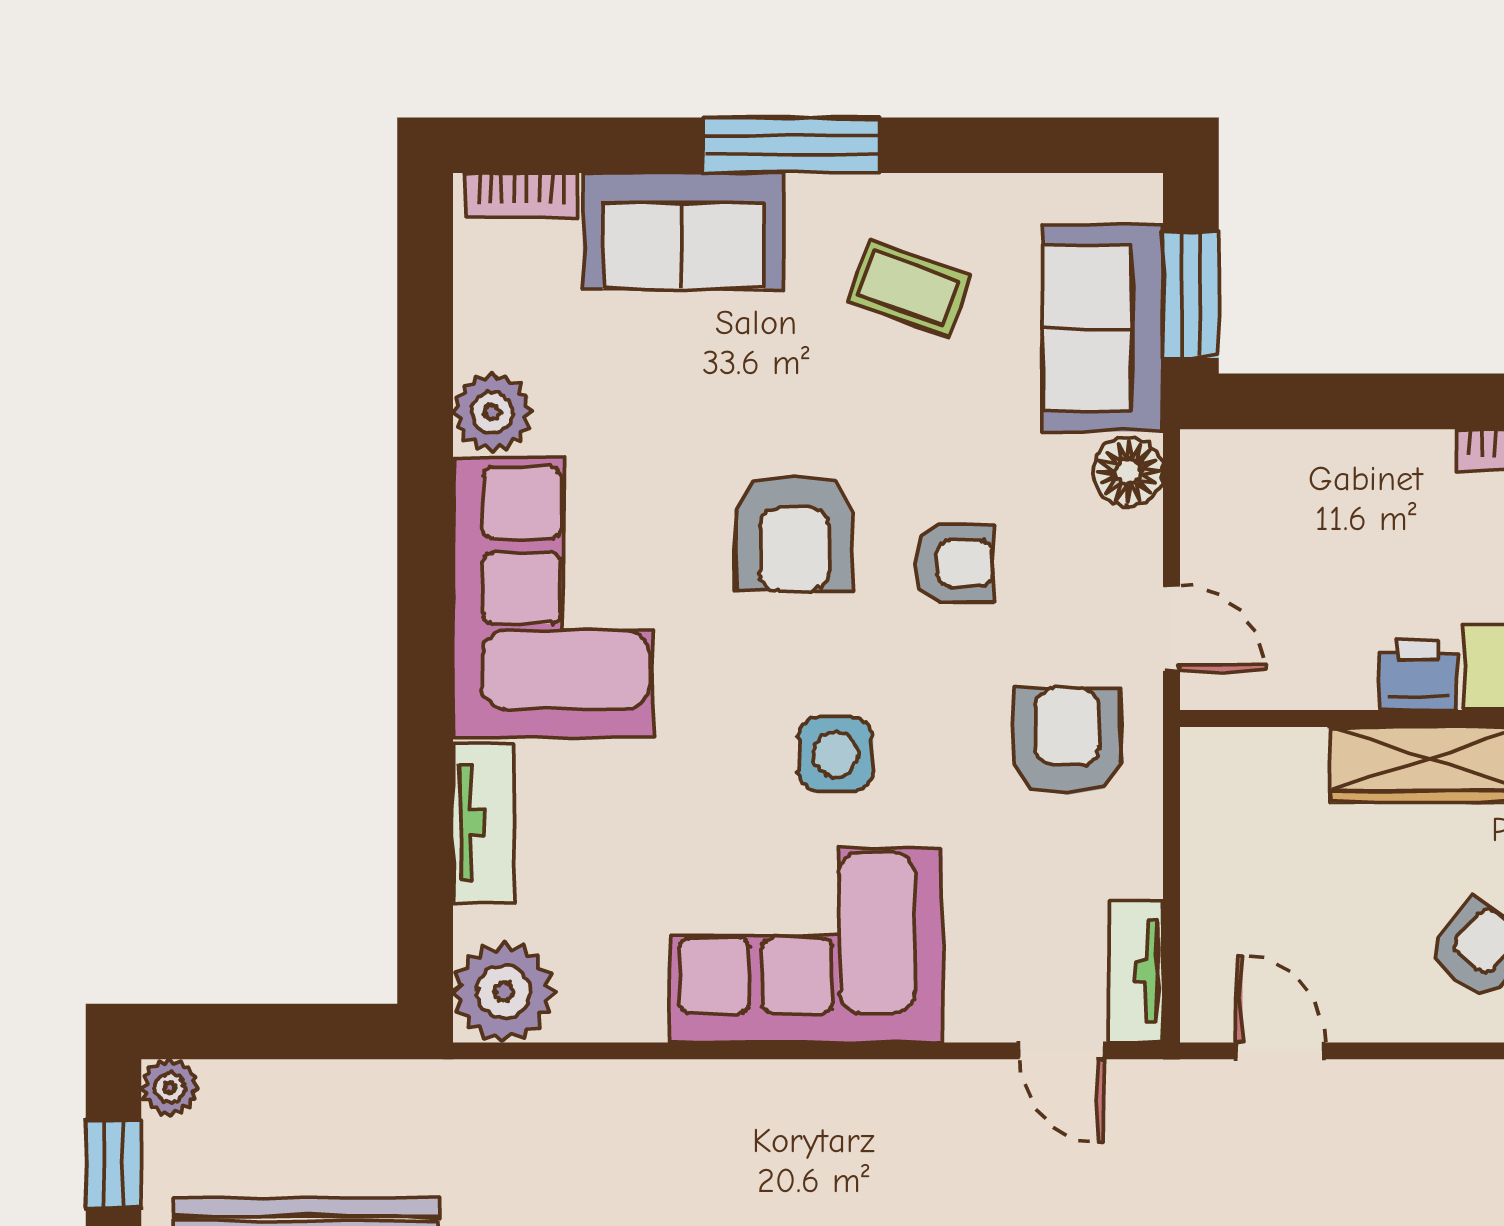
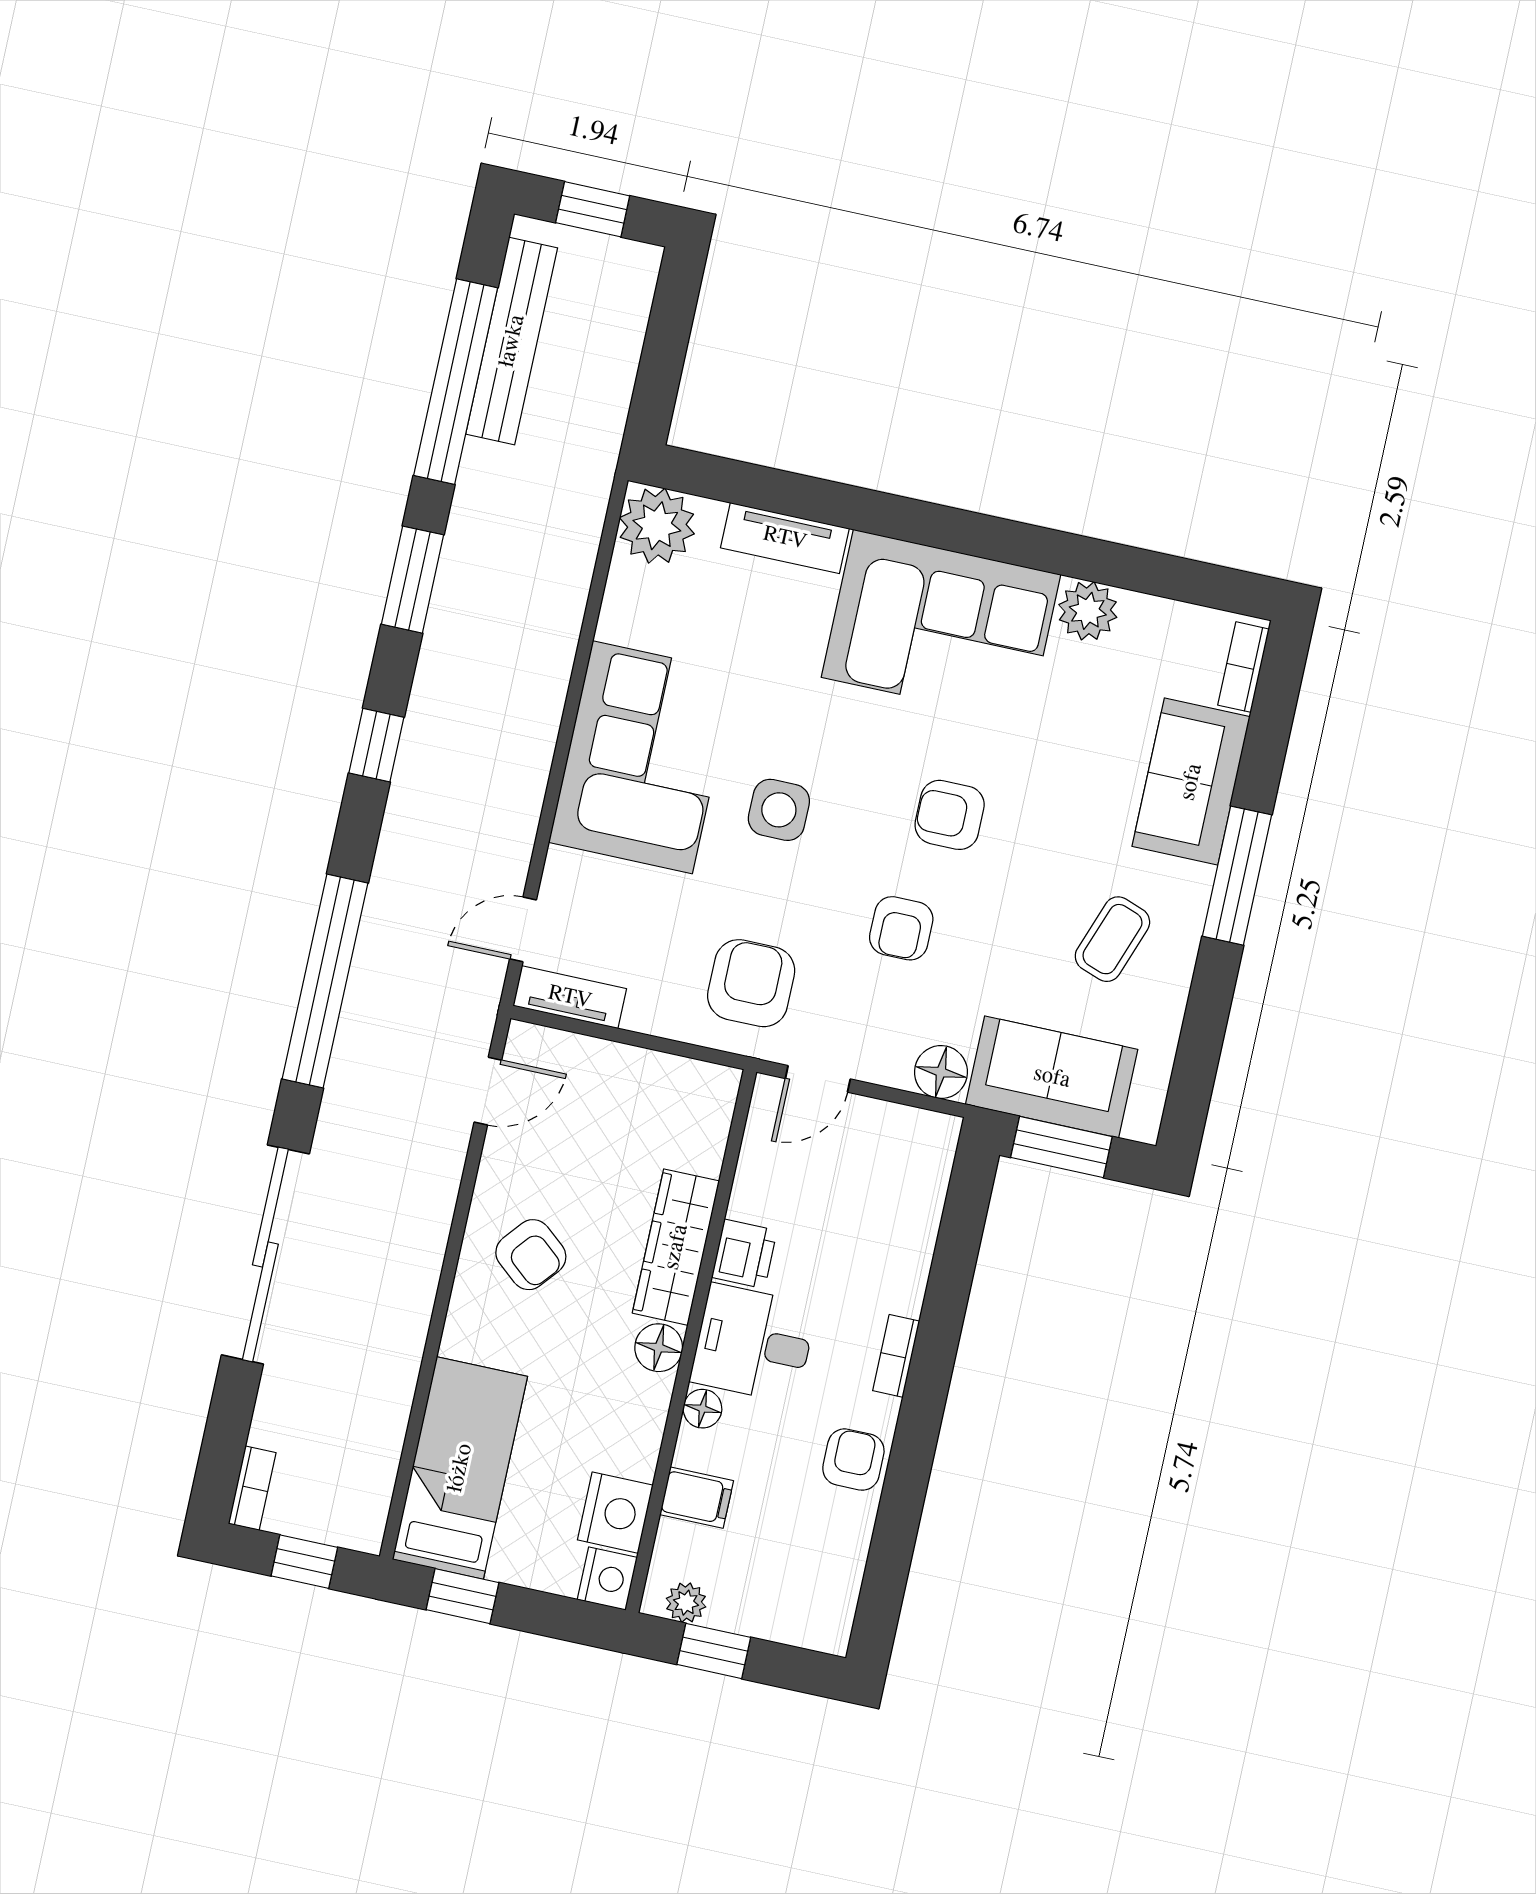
armchair: (794, 533) -> (950, 815), width x0.72, depth x0.72
armchair: (1067, 742) -> (751, 983), turned -90
plant: (170, 1088) -> (640, 263), removed

